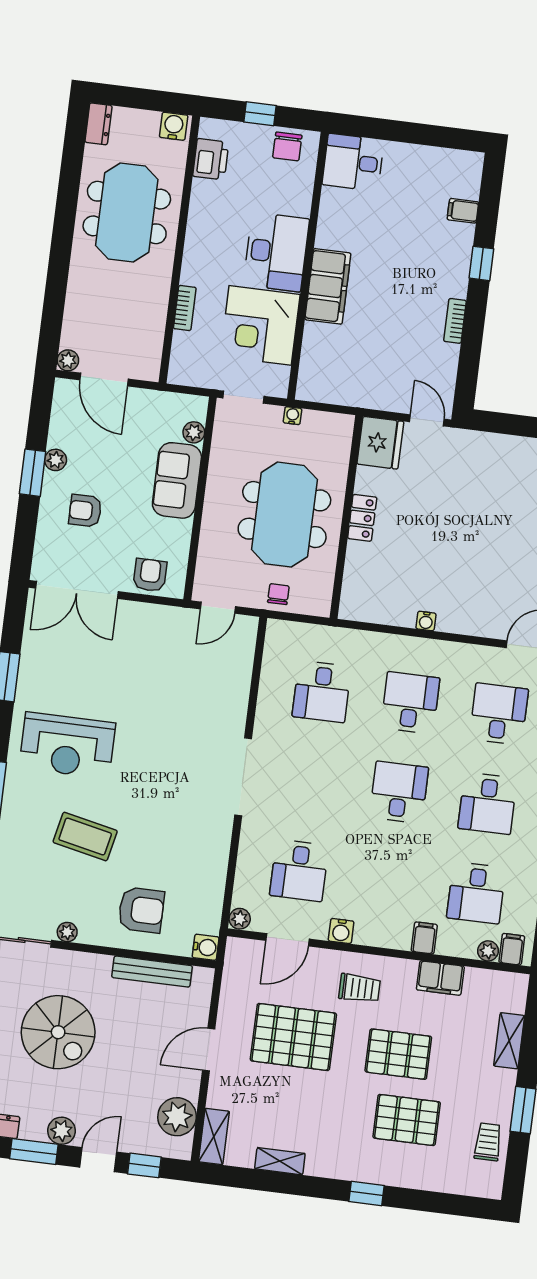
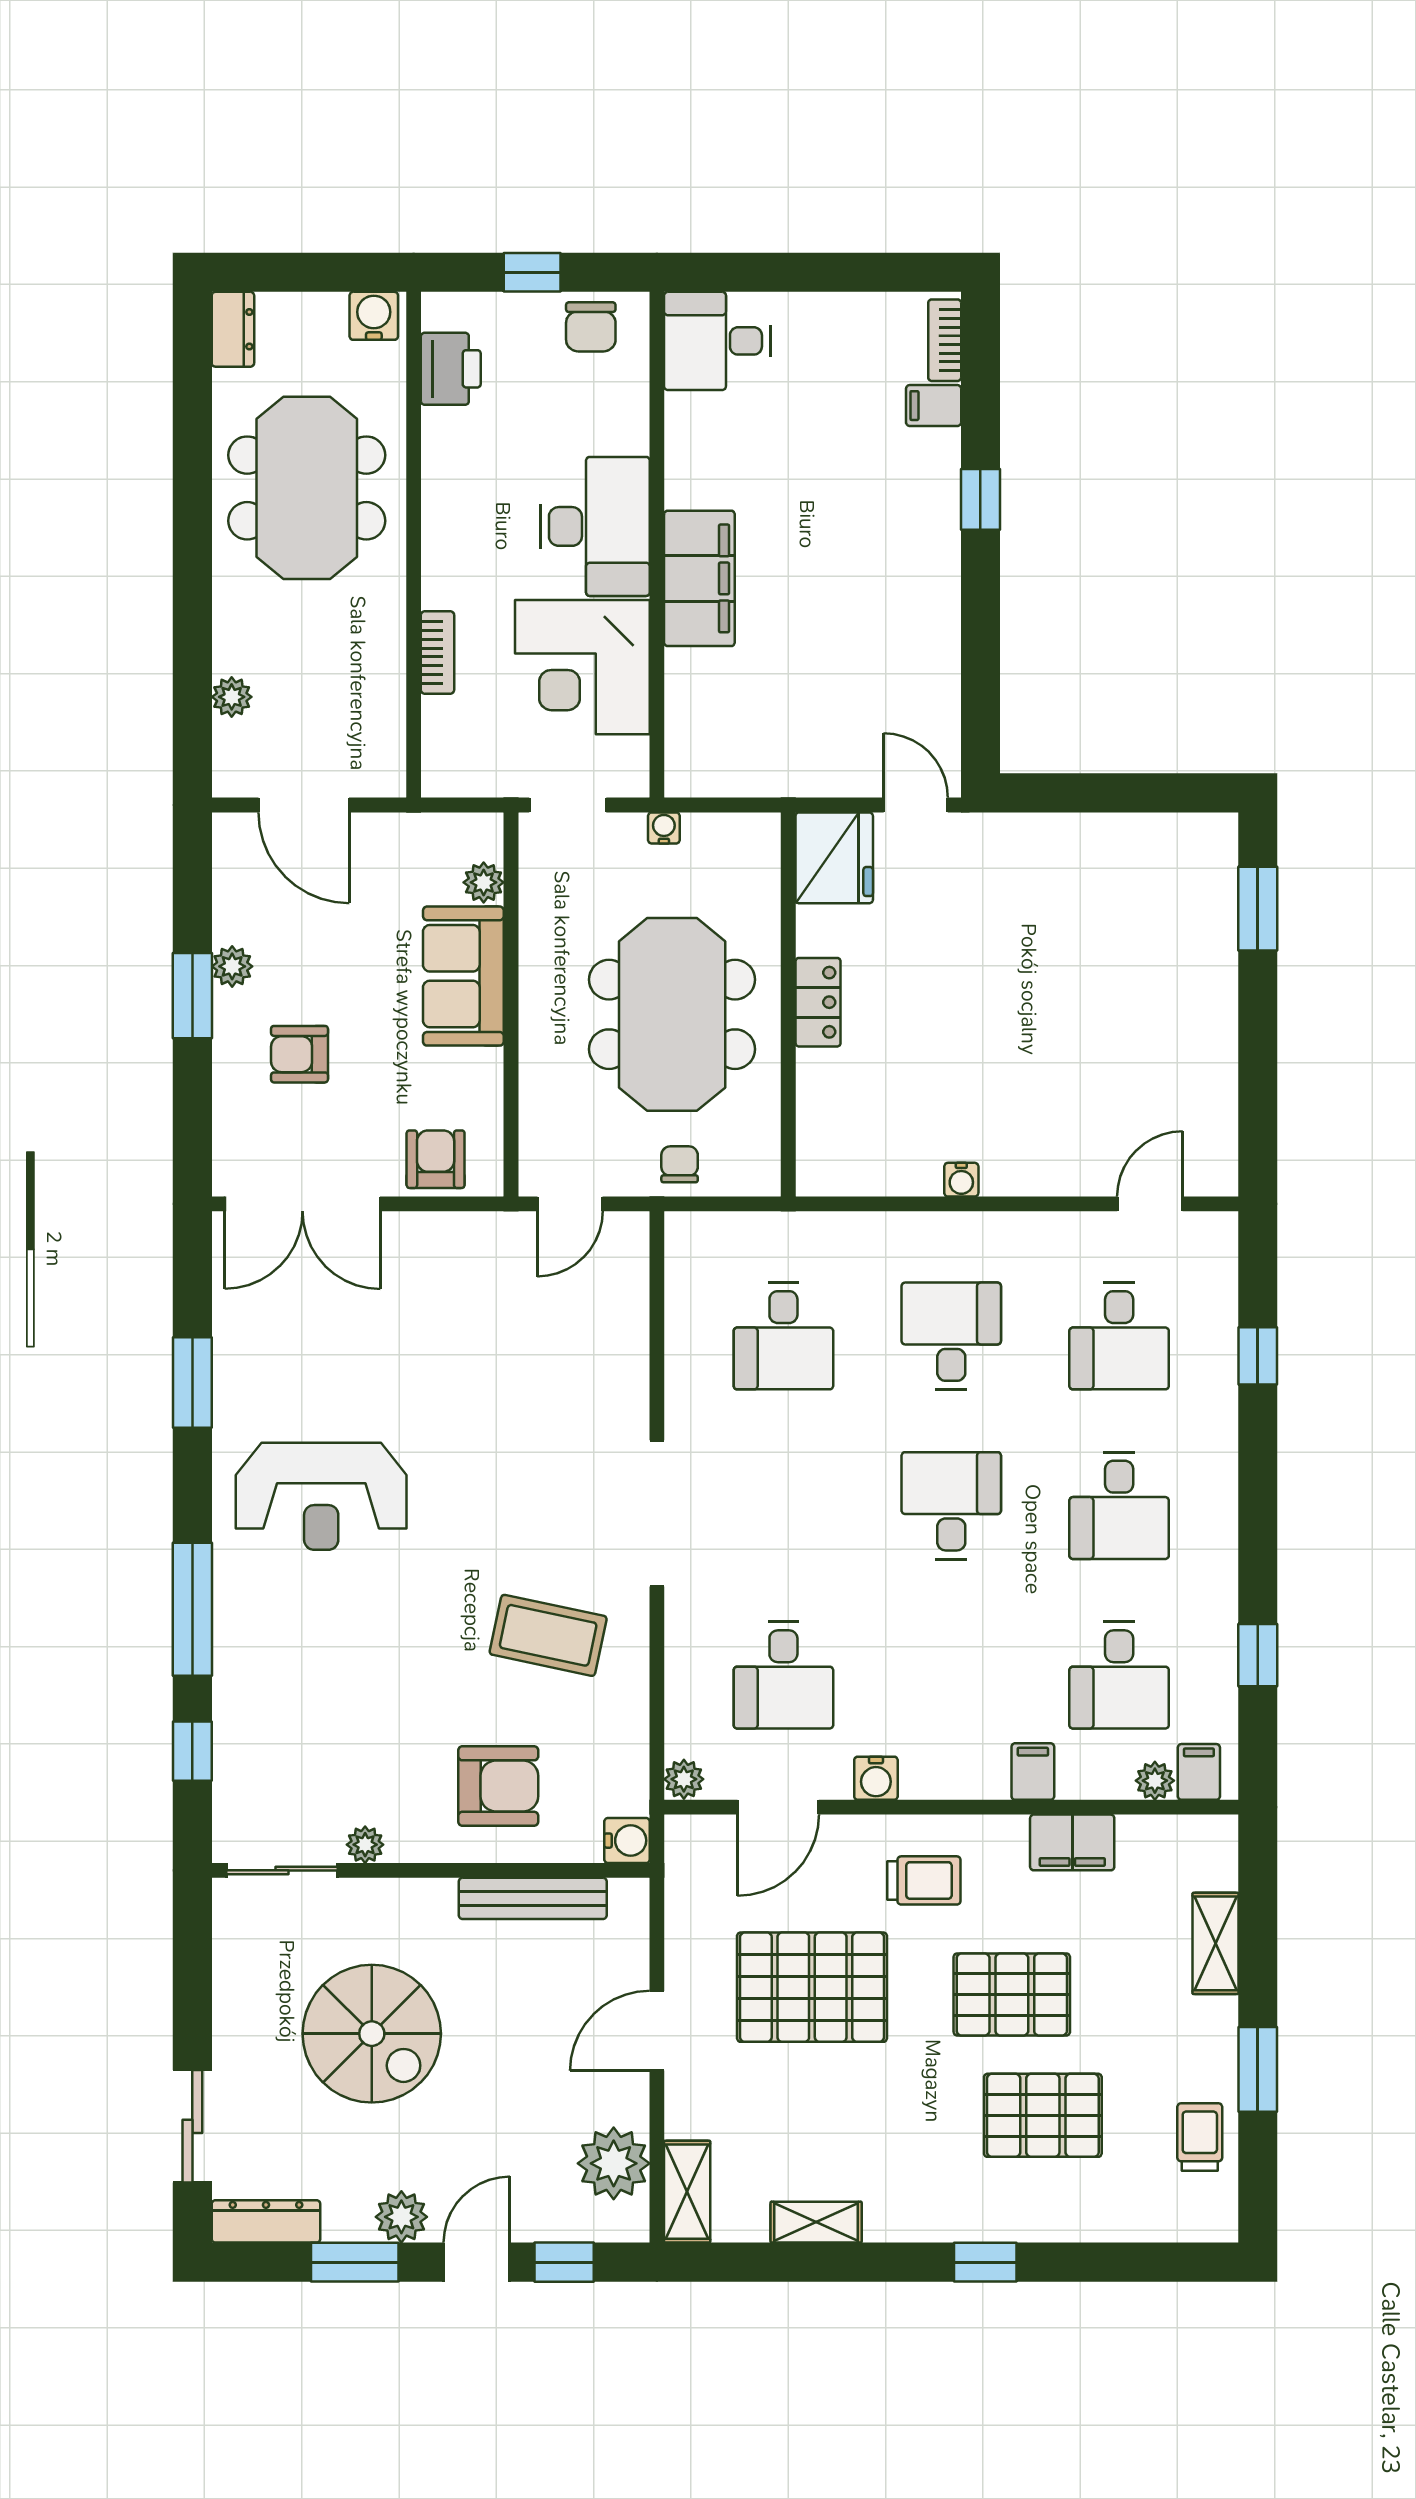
bookcase: (455, 321) -> (945, 340), moved
plant: (68, 360) -> (232, 697), moved
desk: (499, 714) -> (1119, 1336), turned 180
coffee table: (85, 837) -> (548, 1635), moved

